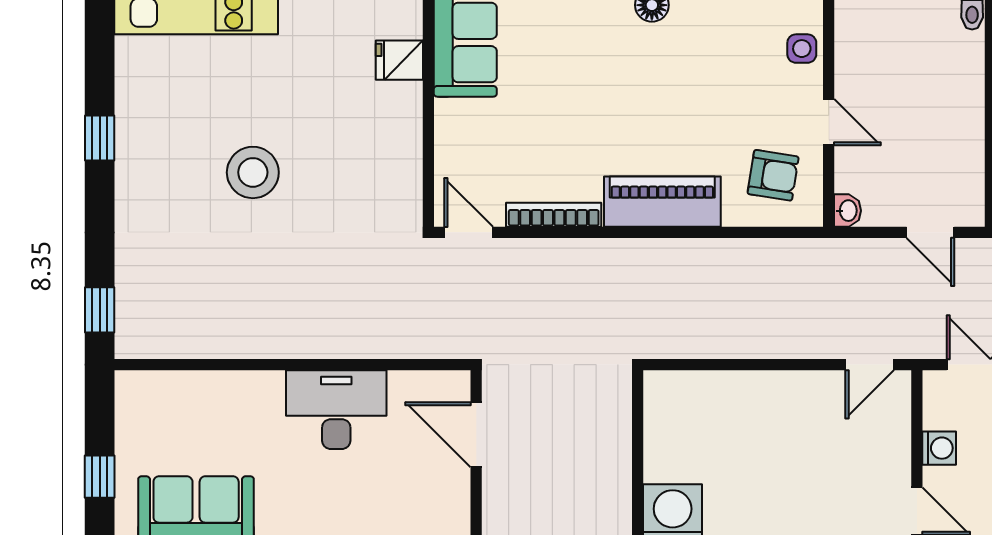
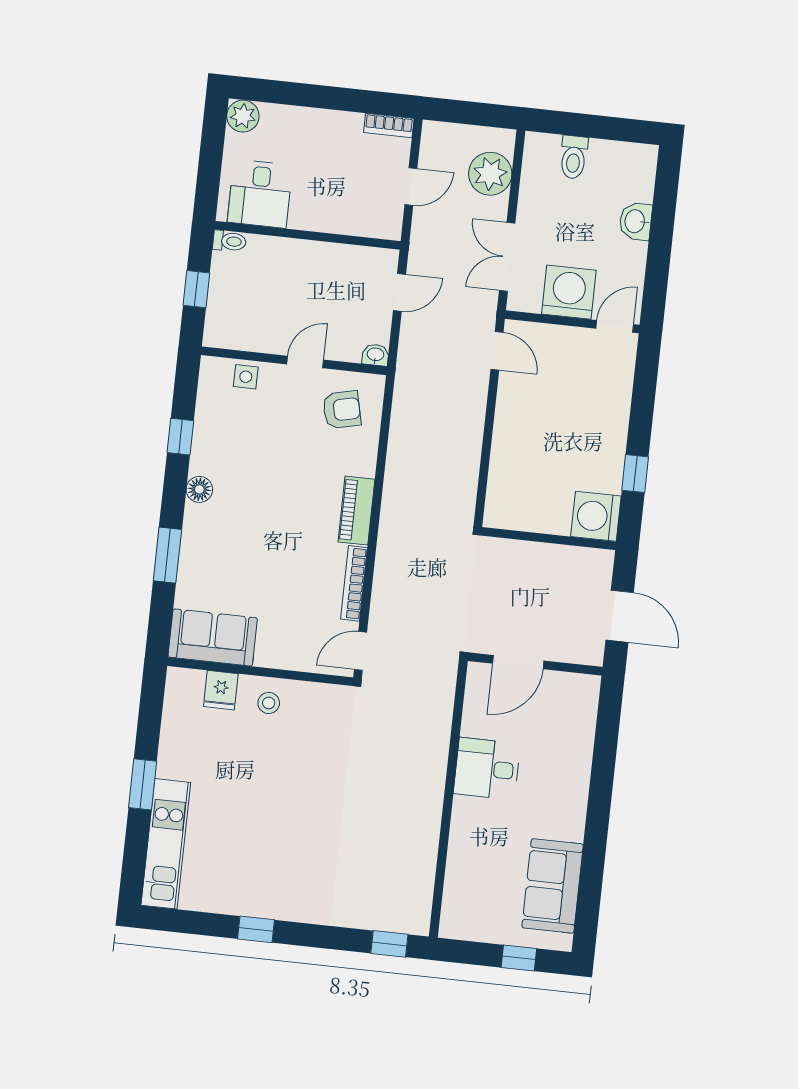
stool: (253, 172) -> (269, 703), moved, width x0.53, depth x0.53
armchair: (773, 175) -> (342, 410), turned 68
piano: (662, 202) -> (356, 511), width x0.73, depth x0.75
desk: (336, 410) -> (487, 769), width x0.73
washing machine: (939, 448) -> (569, 292), width x1.89, depth x1.89

